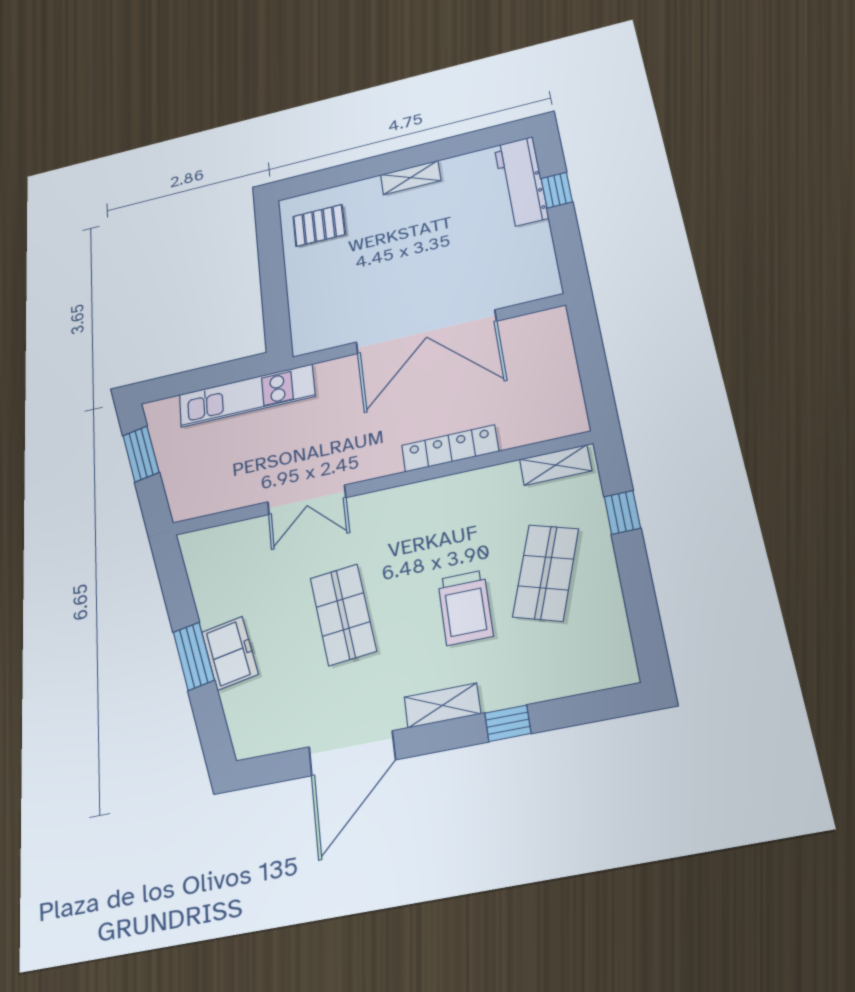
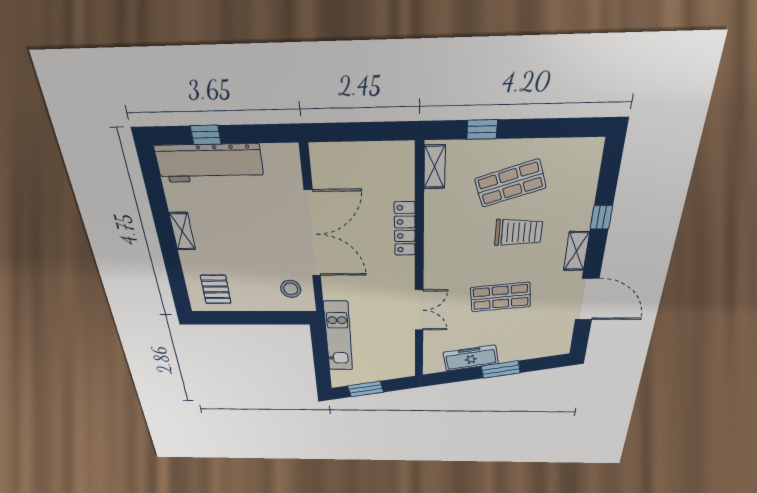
workbench: (521, 182) -> (209, 163), width x1.36, depth x1.32
stool: (329, 318) -> (291, 289), added
shop shelf: (546, 573) -> (510, 183), turned -36
freezer: (230, 653) -> (471, 358), moved, width x1.40

